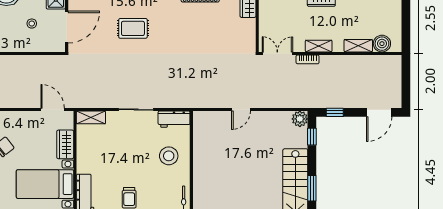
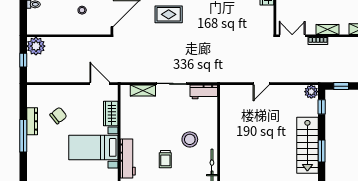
shelving: (91, 117) -> (143, 90), moved
stool: (169, 156) -> (190, 139), moved

